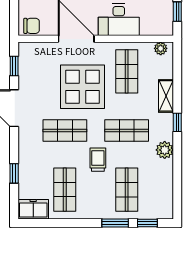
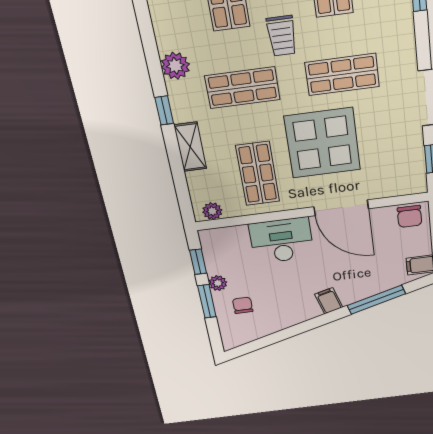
chair: (32, 26) -> (410, 216), turned -90

